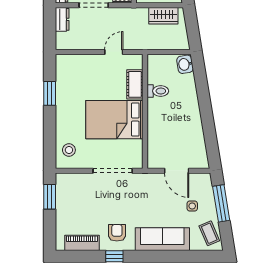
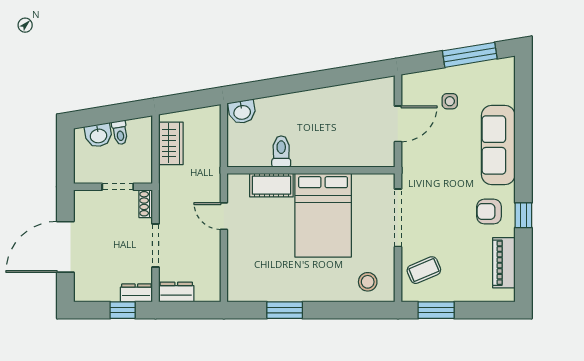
window: (221, 203) -> (470, 55), moved
coffee table: (209, 233) -> (424, 270), moved

